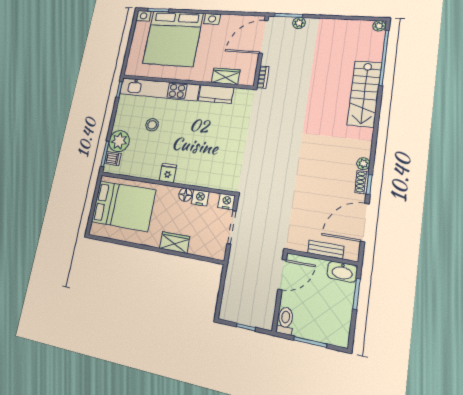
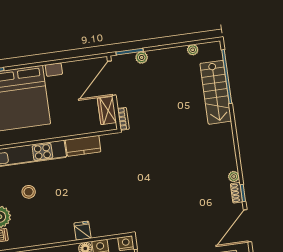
plant: (379, 26) -> (193, 50), moved
wardrobe: (226, 76) -> (107, 110), moved, turned -90
stairs: (364, 94) -> (216, 92), moved
fridge: (168, 173) -> (82, 231), moved

